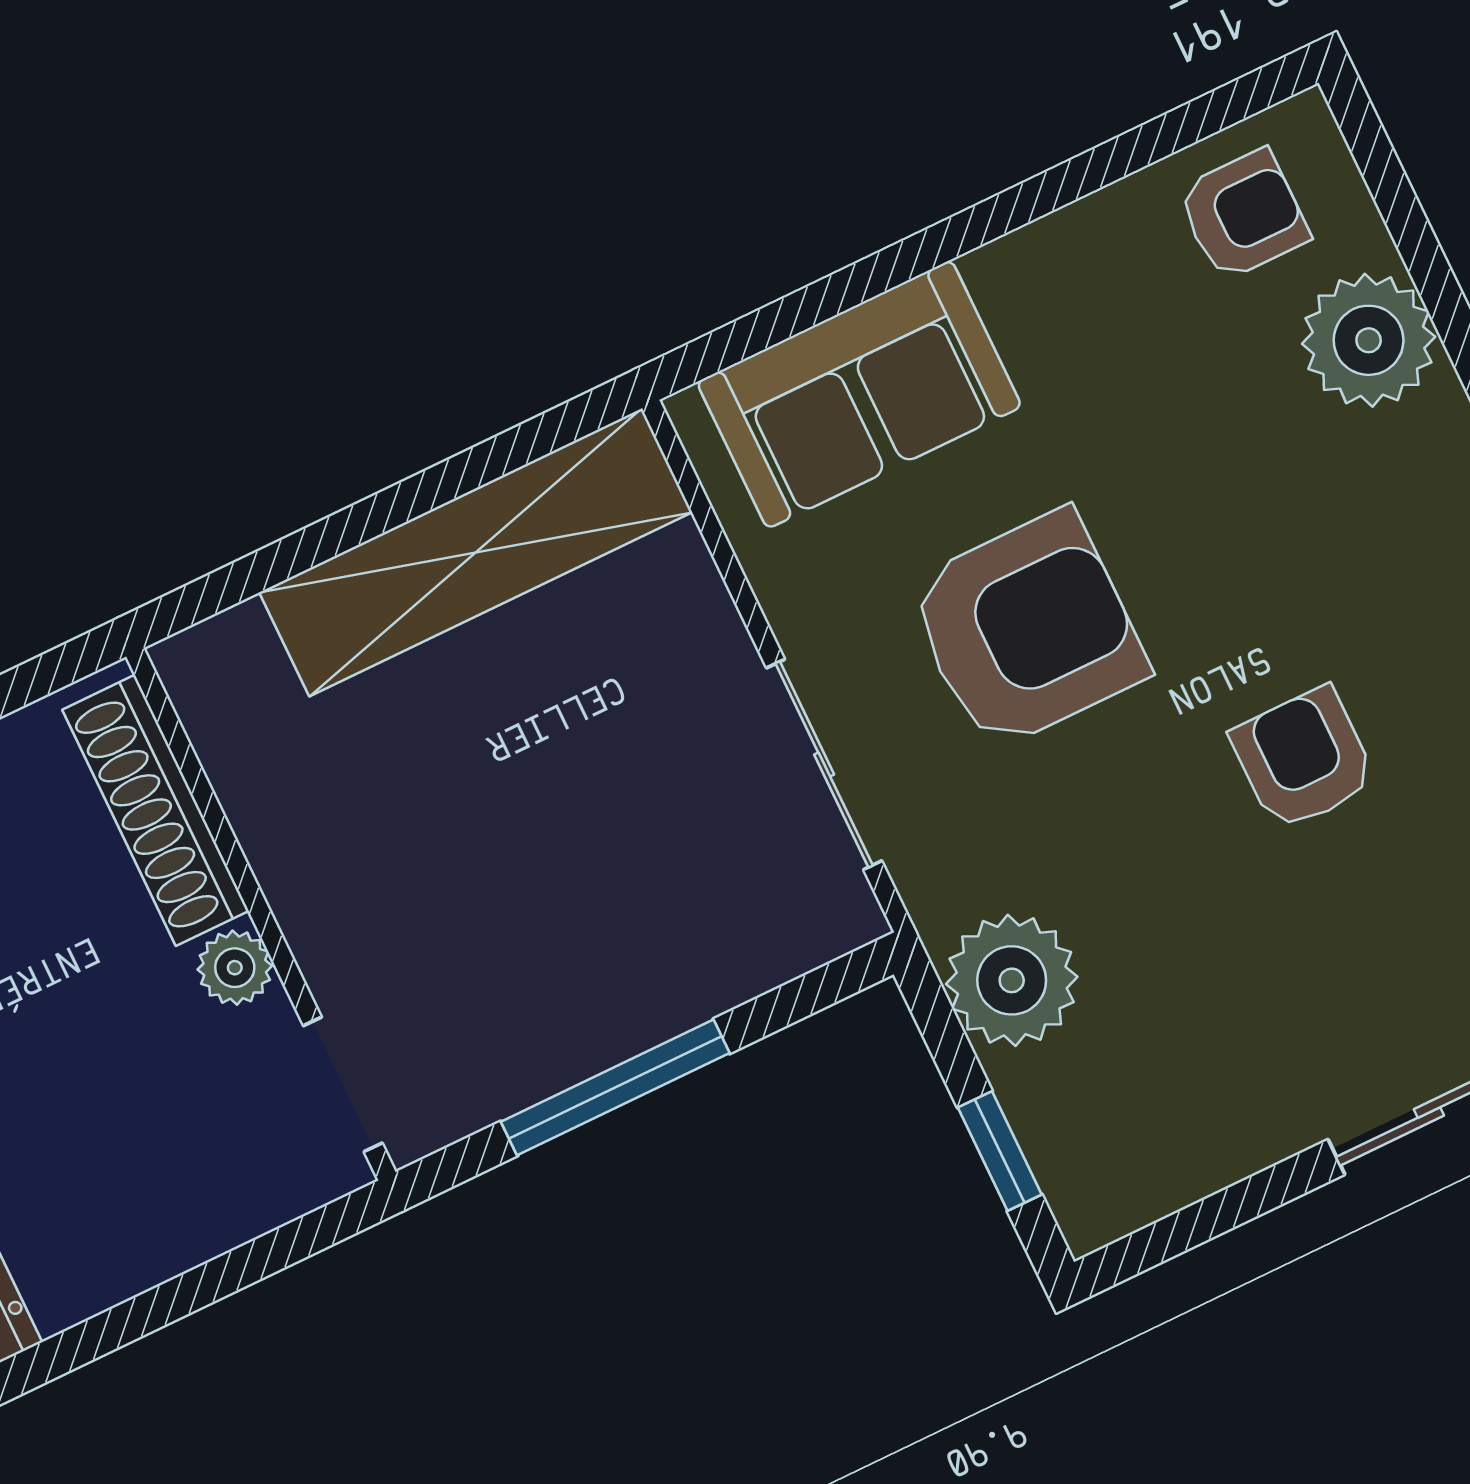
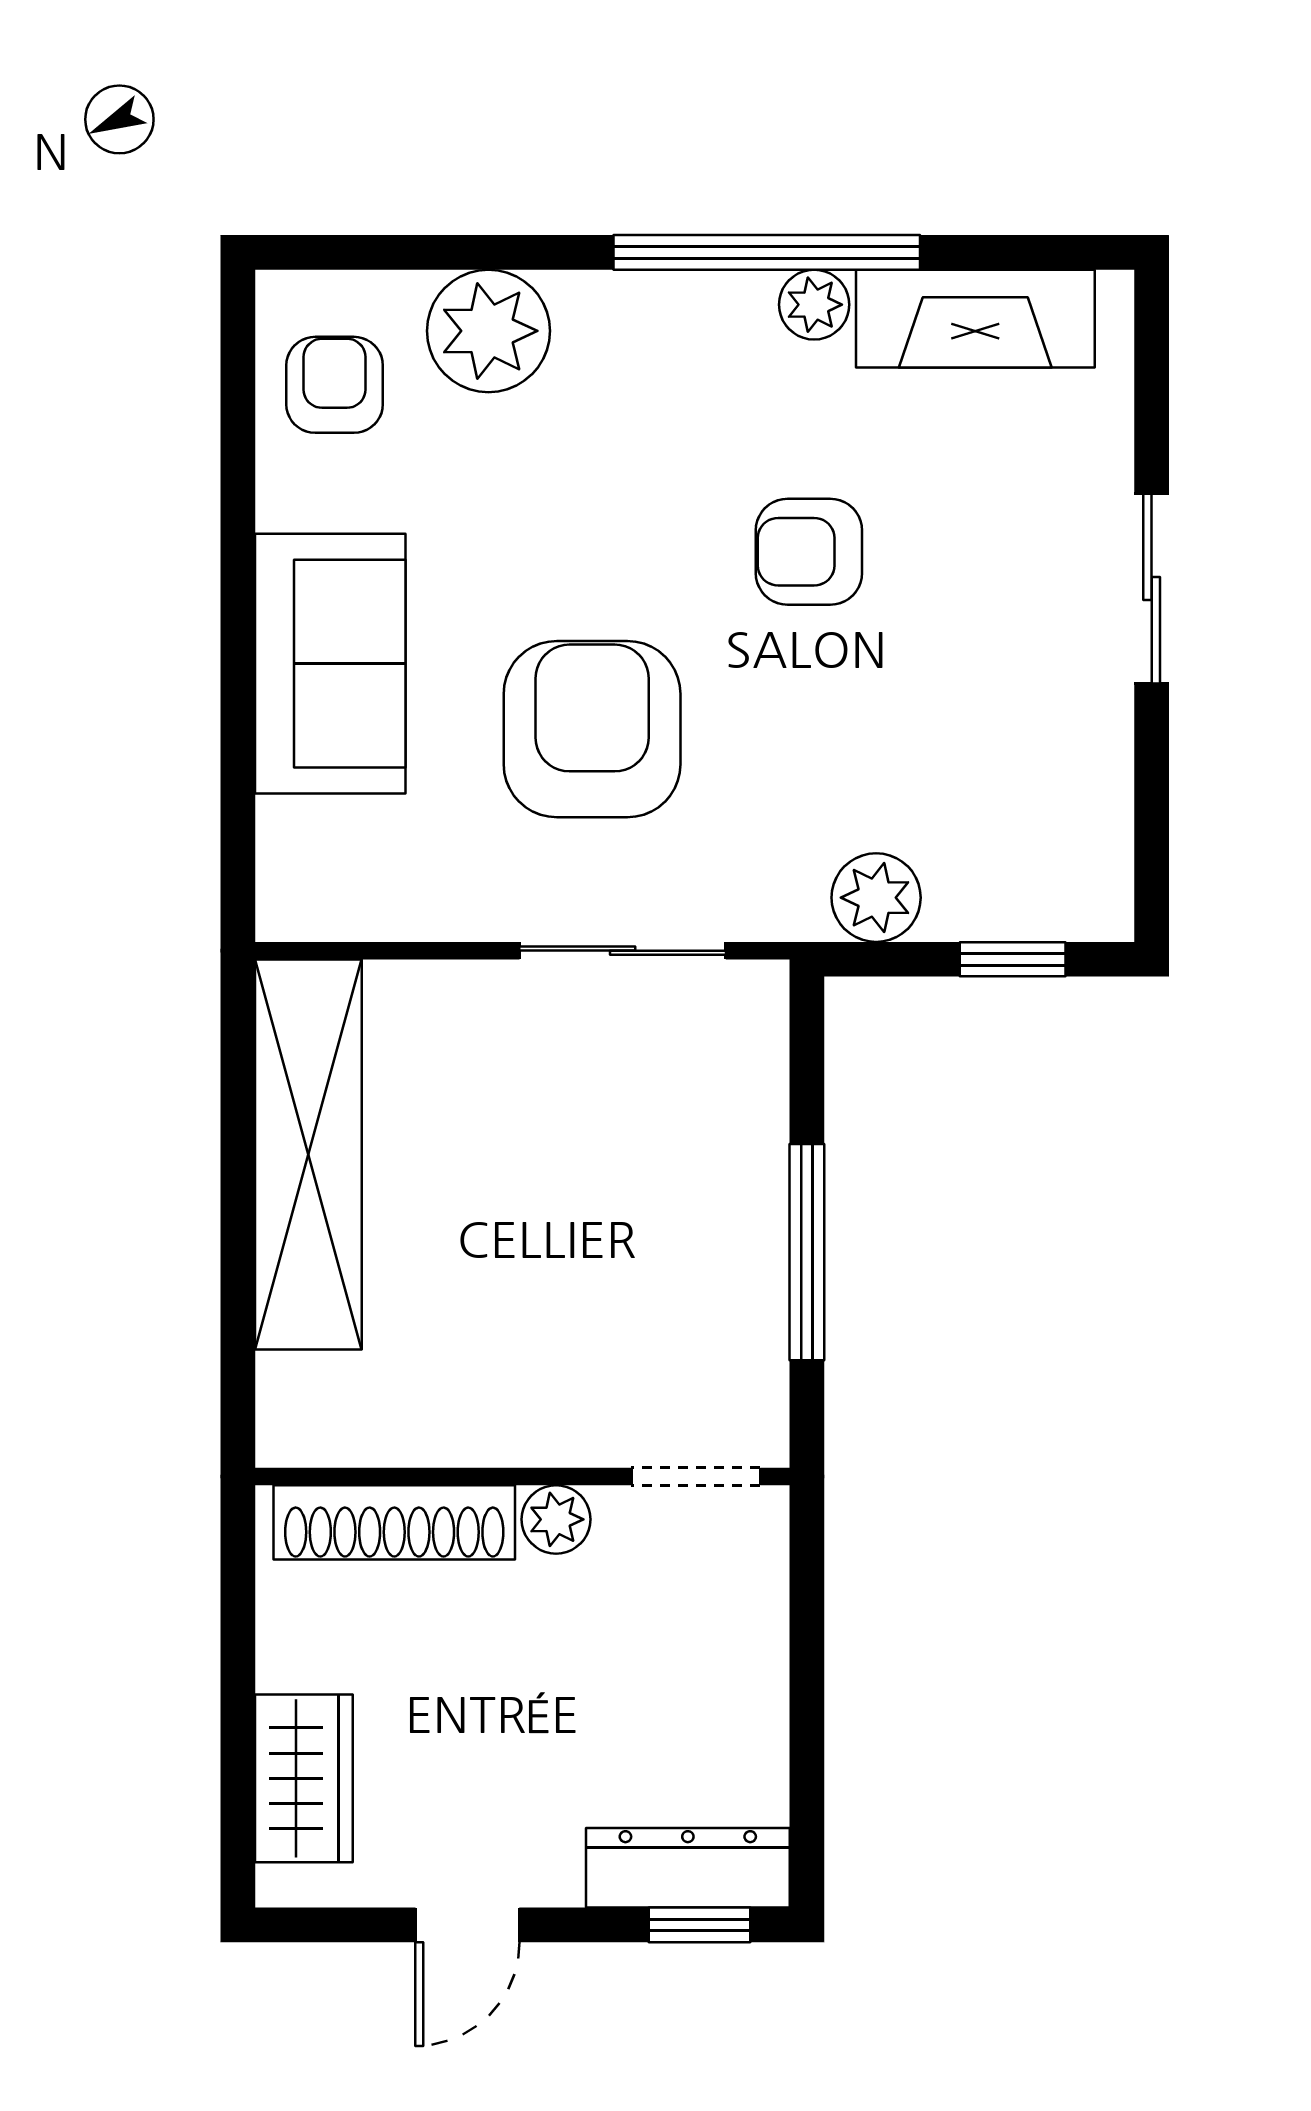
sofa: (859, 394) -> (330, 664), moved
plant: (1012, 980) -> (876, 898), width x0.73, depth x0.73

